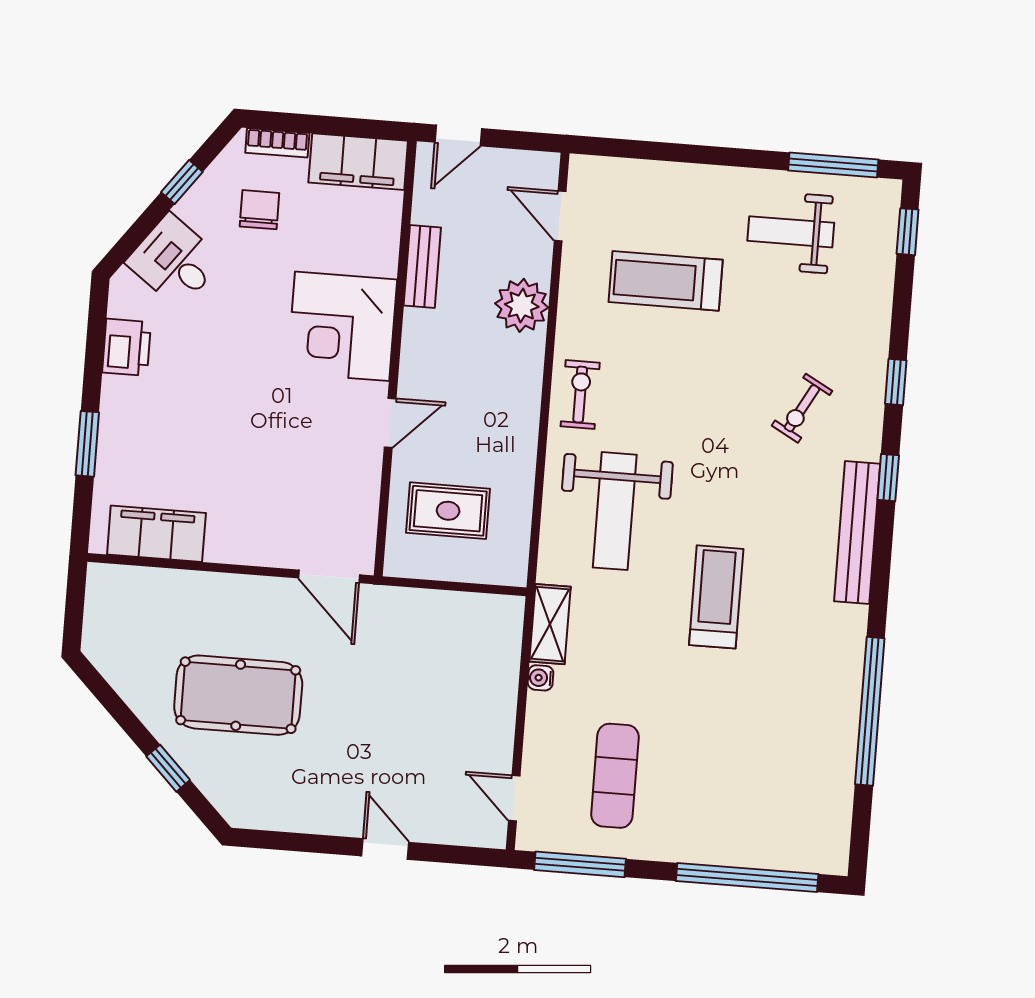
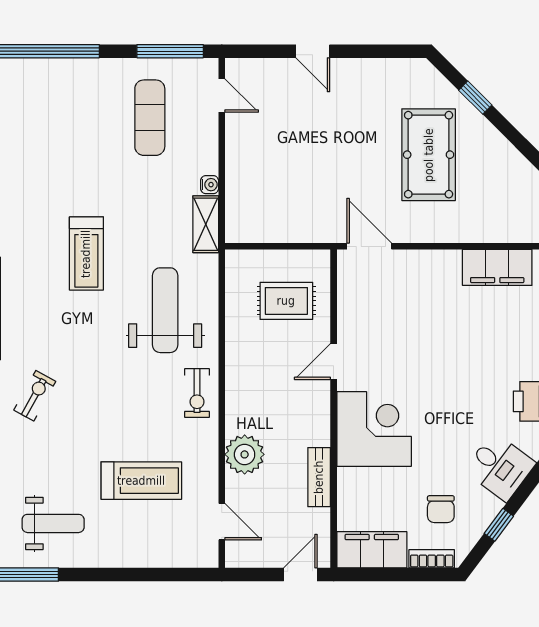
pool table: (238, 695) -> (429, 155), turned 90

